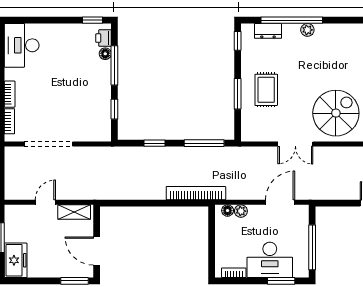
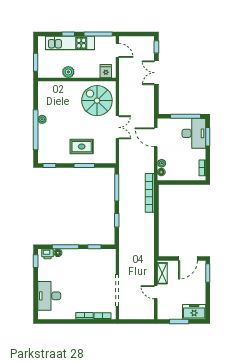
dresser: (268, 31) -> (43, 145), removed
desk: (22, 45) -> (49, 296), moved, turned 90
desk: (270, 260) -> (194, 133), moved

